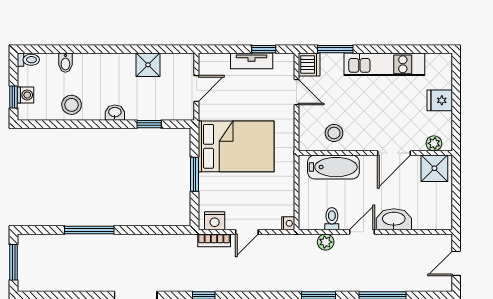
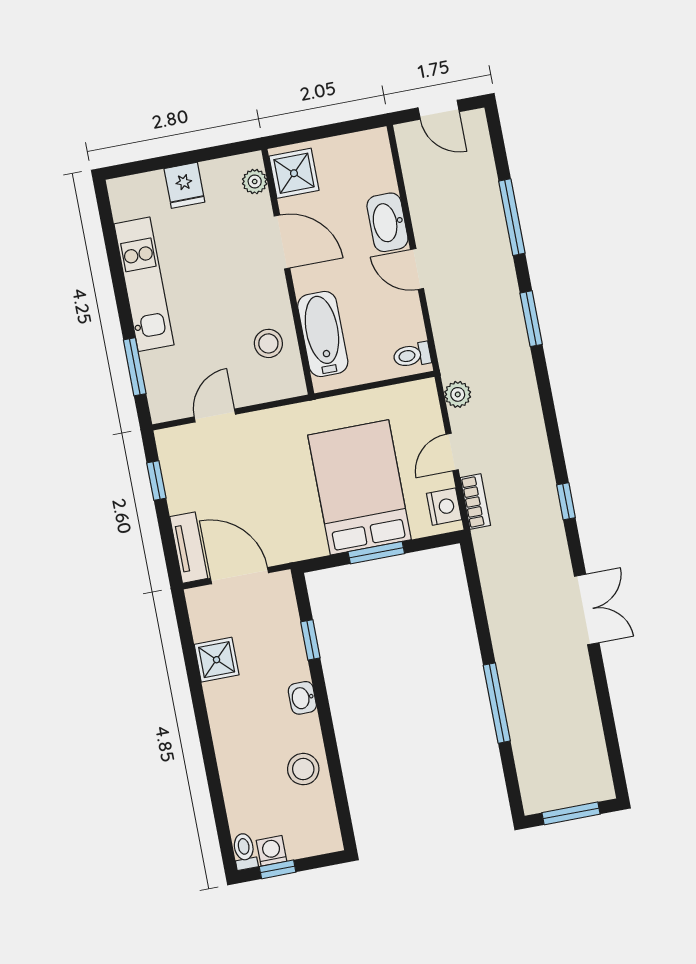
tv unit: (252, 61) -> (189, 548), moved
bidet: (65, 63) -> (238, 792), removed
dishwasher: (309, 65) -> (167, 404), removed
door: (196, 89) -> (239, 576), width x1.38
washing machine: (26, 95) -> (271, 851), moved
window: (14, 97) -> (278, 869), moved
bed: (236, 146) -> (360, 487), moved
toilet: (332, 219) -> (412, 355), moved
nightstand: (288, 223) -> (426, 389), removed
door: (247, 232) -> (452, 452), swing flipped
plant: (326, 242) -> (458, 394), moved

